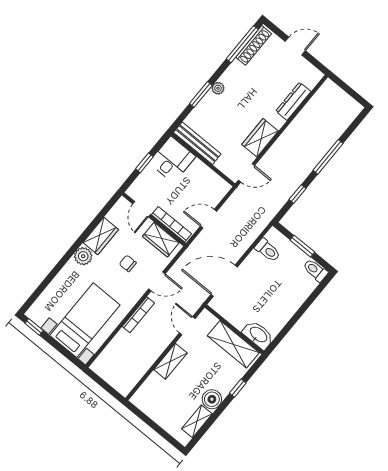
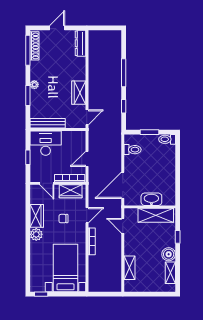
dresser: (293, 101) -> (80, 43), moved
desk: (172, 160) -> (46, 143), width x1.37
washbasin: (258, 335) -> (151, 199), moved
shelving: (170, 361) -> (130, 268), moved

